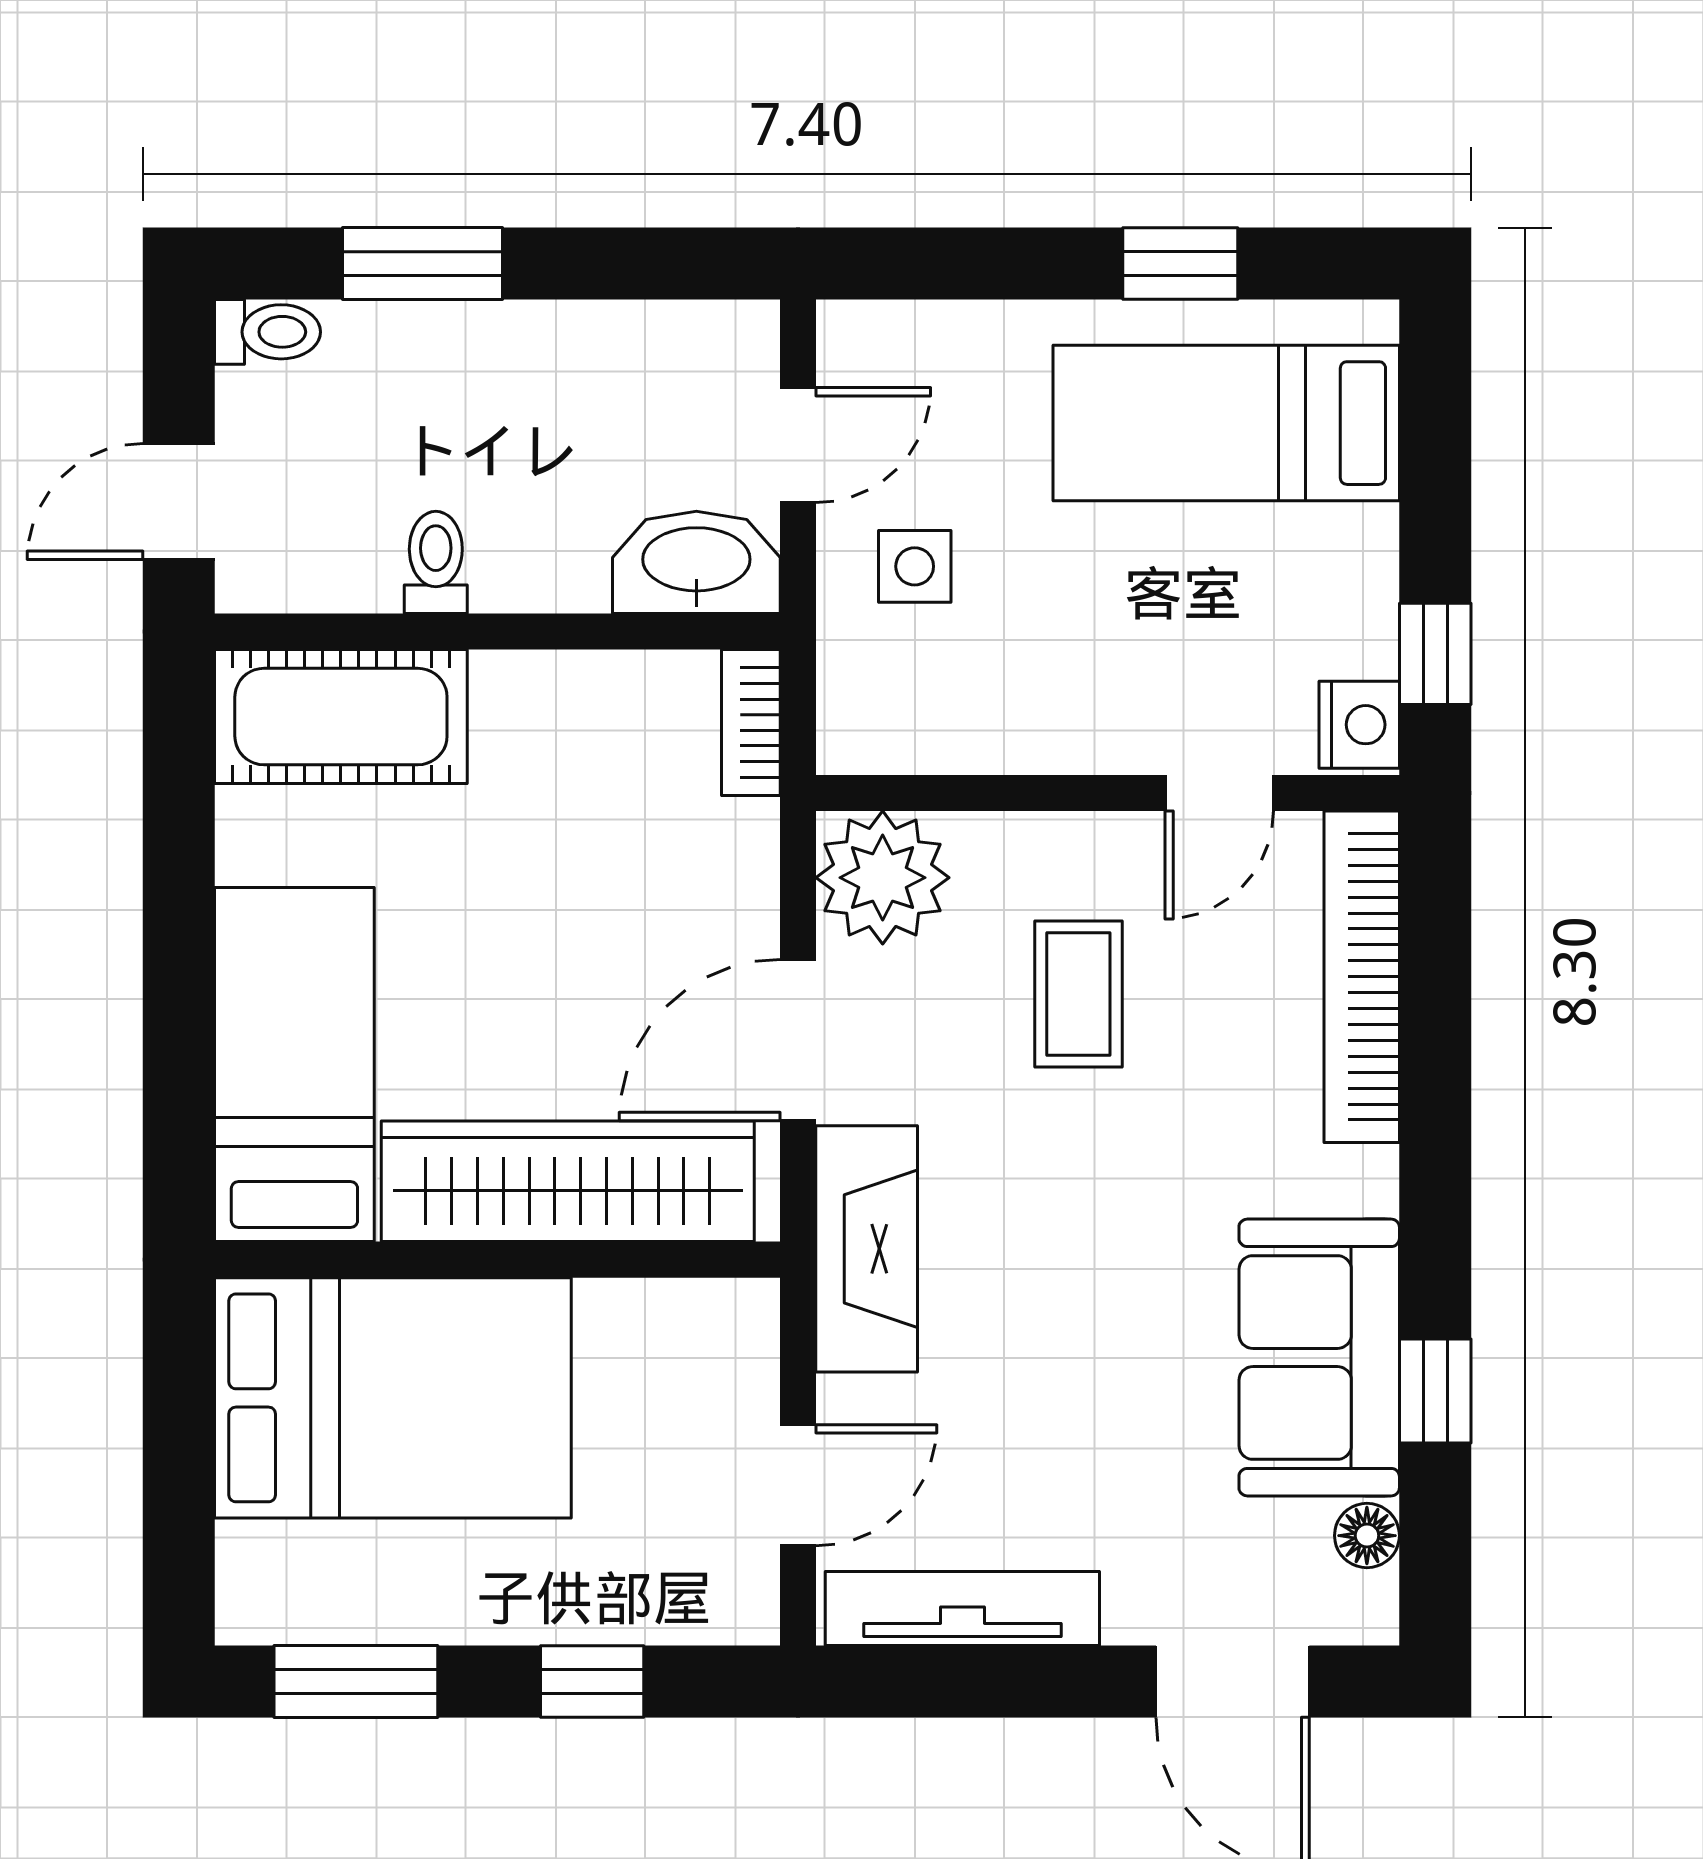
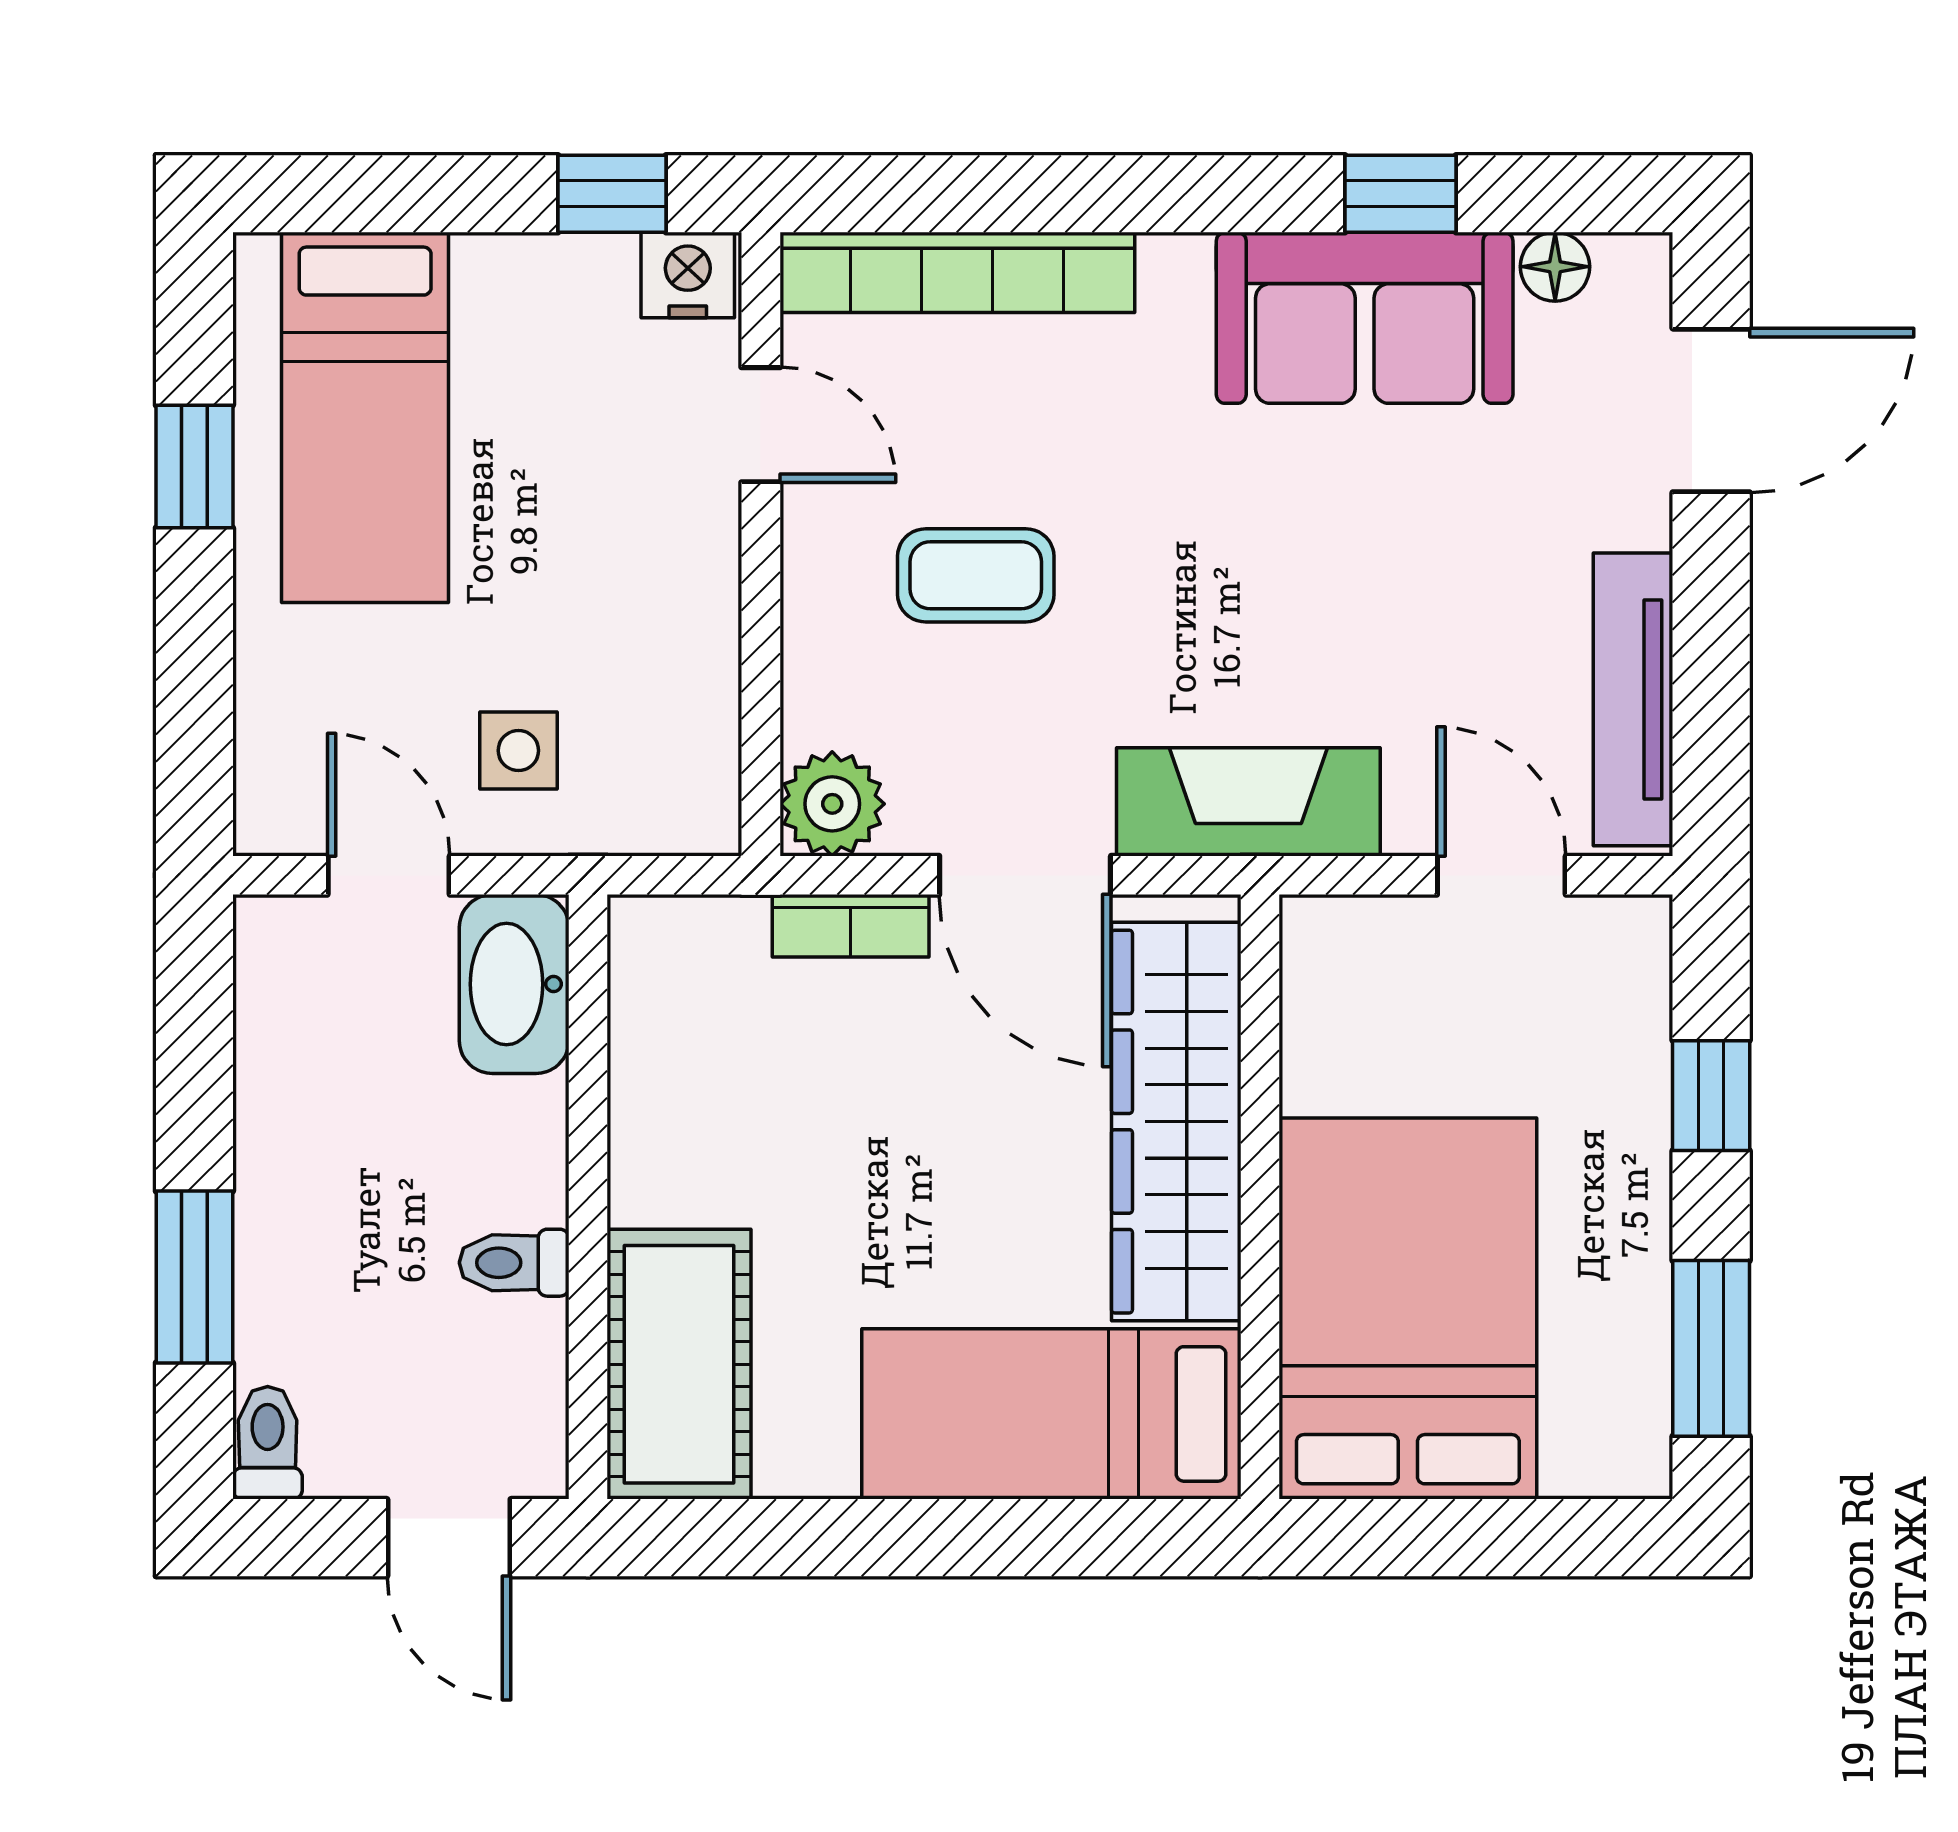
bookcase: (751, 723) -> (851, 926), moved
plant: (883, 878) -> (832, 804), width x0.73, depth x0.73

